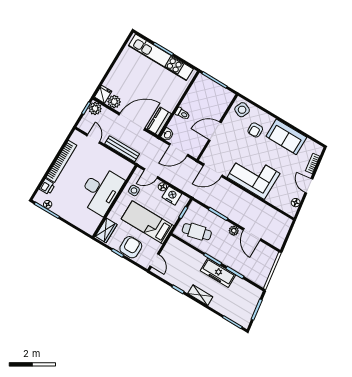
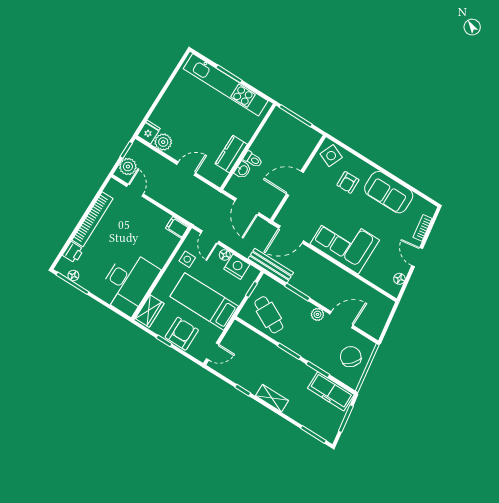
plant: (95, 108) -> (128, 167), moved
kitchen counter: (159, 121) -> (231, 154), moved
door: (132, 122) -> (186, 169), width x0.53
washbasin: (167, 135) -> (243, 170), moved
bench: (122, 149) -> (271, 266), moved
door: (179, 150) -> (247, 207), hinge flipped
filing cabinet: (126, 166) -> (177, 227), added
door: (151, 173) -> (210, 237), hinge flipped
desk: (101, 190) -> (128, 283), moved
cafe table: (197, 232) -> (269, 315), turned 41
door: (252, 234) -> (341, 320), swing flipped
door: (154, 260) -> (213, 351), hinge flipped
chair: (260, 262) -> (351, 357), added
freezer: (218, 273) -> (331, 391), moved

